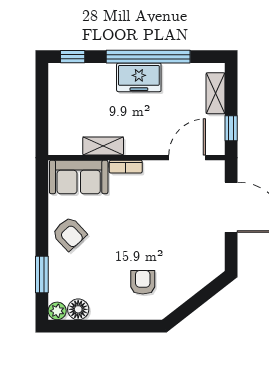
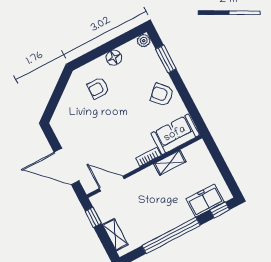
freezer: (139, 77) -> (205, 201), moved
door: (187, 158) -> (112, 184), swing flipped
armchair: (143, 282) -> (98, 88), turned 90
floor lamp: (78, 309) -> (114, 58), moved

